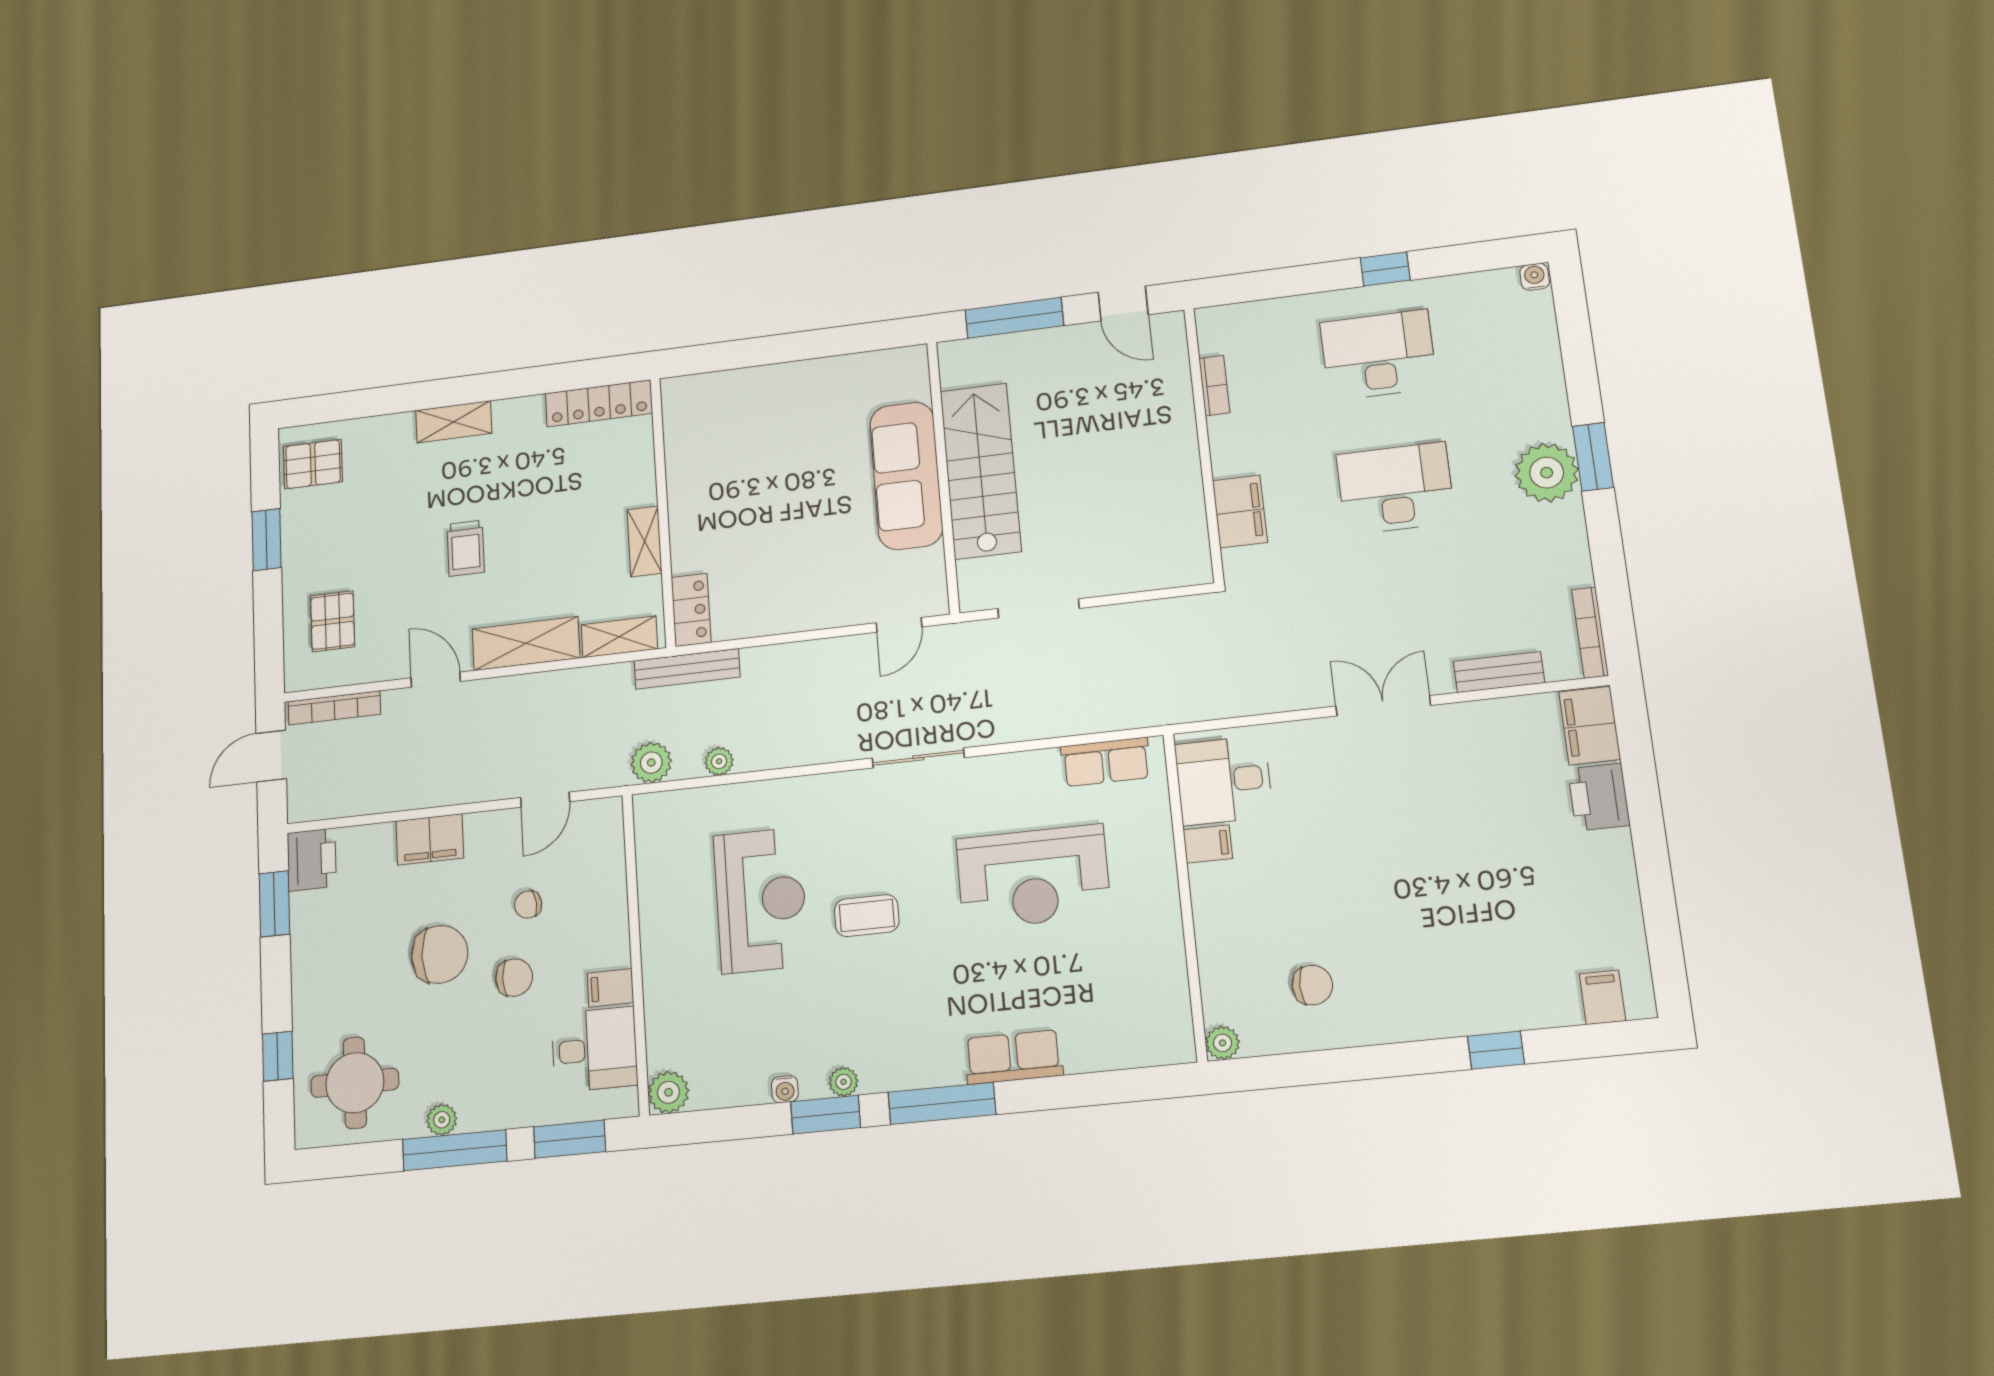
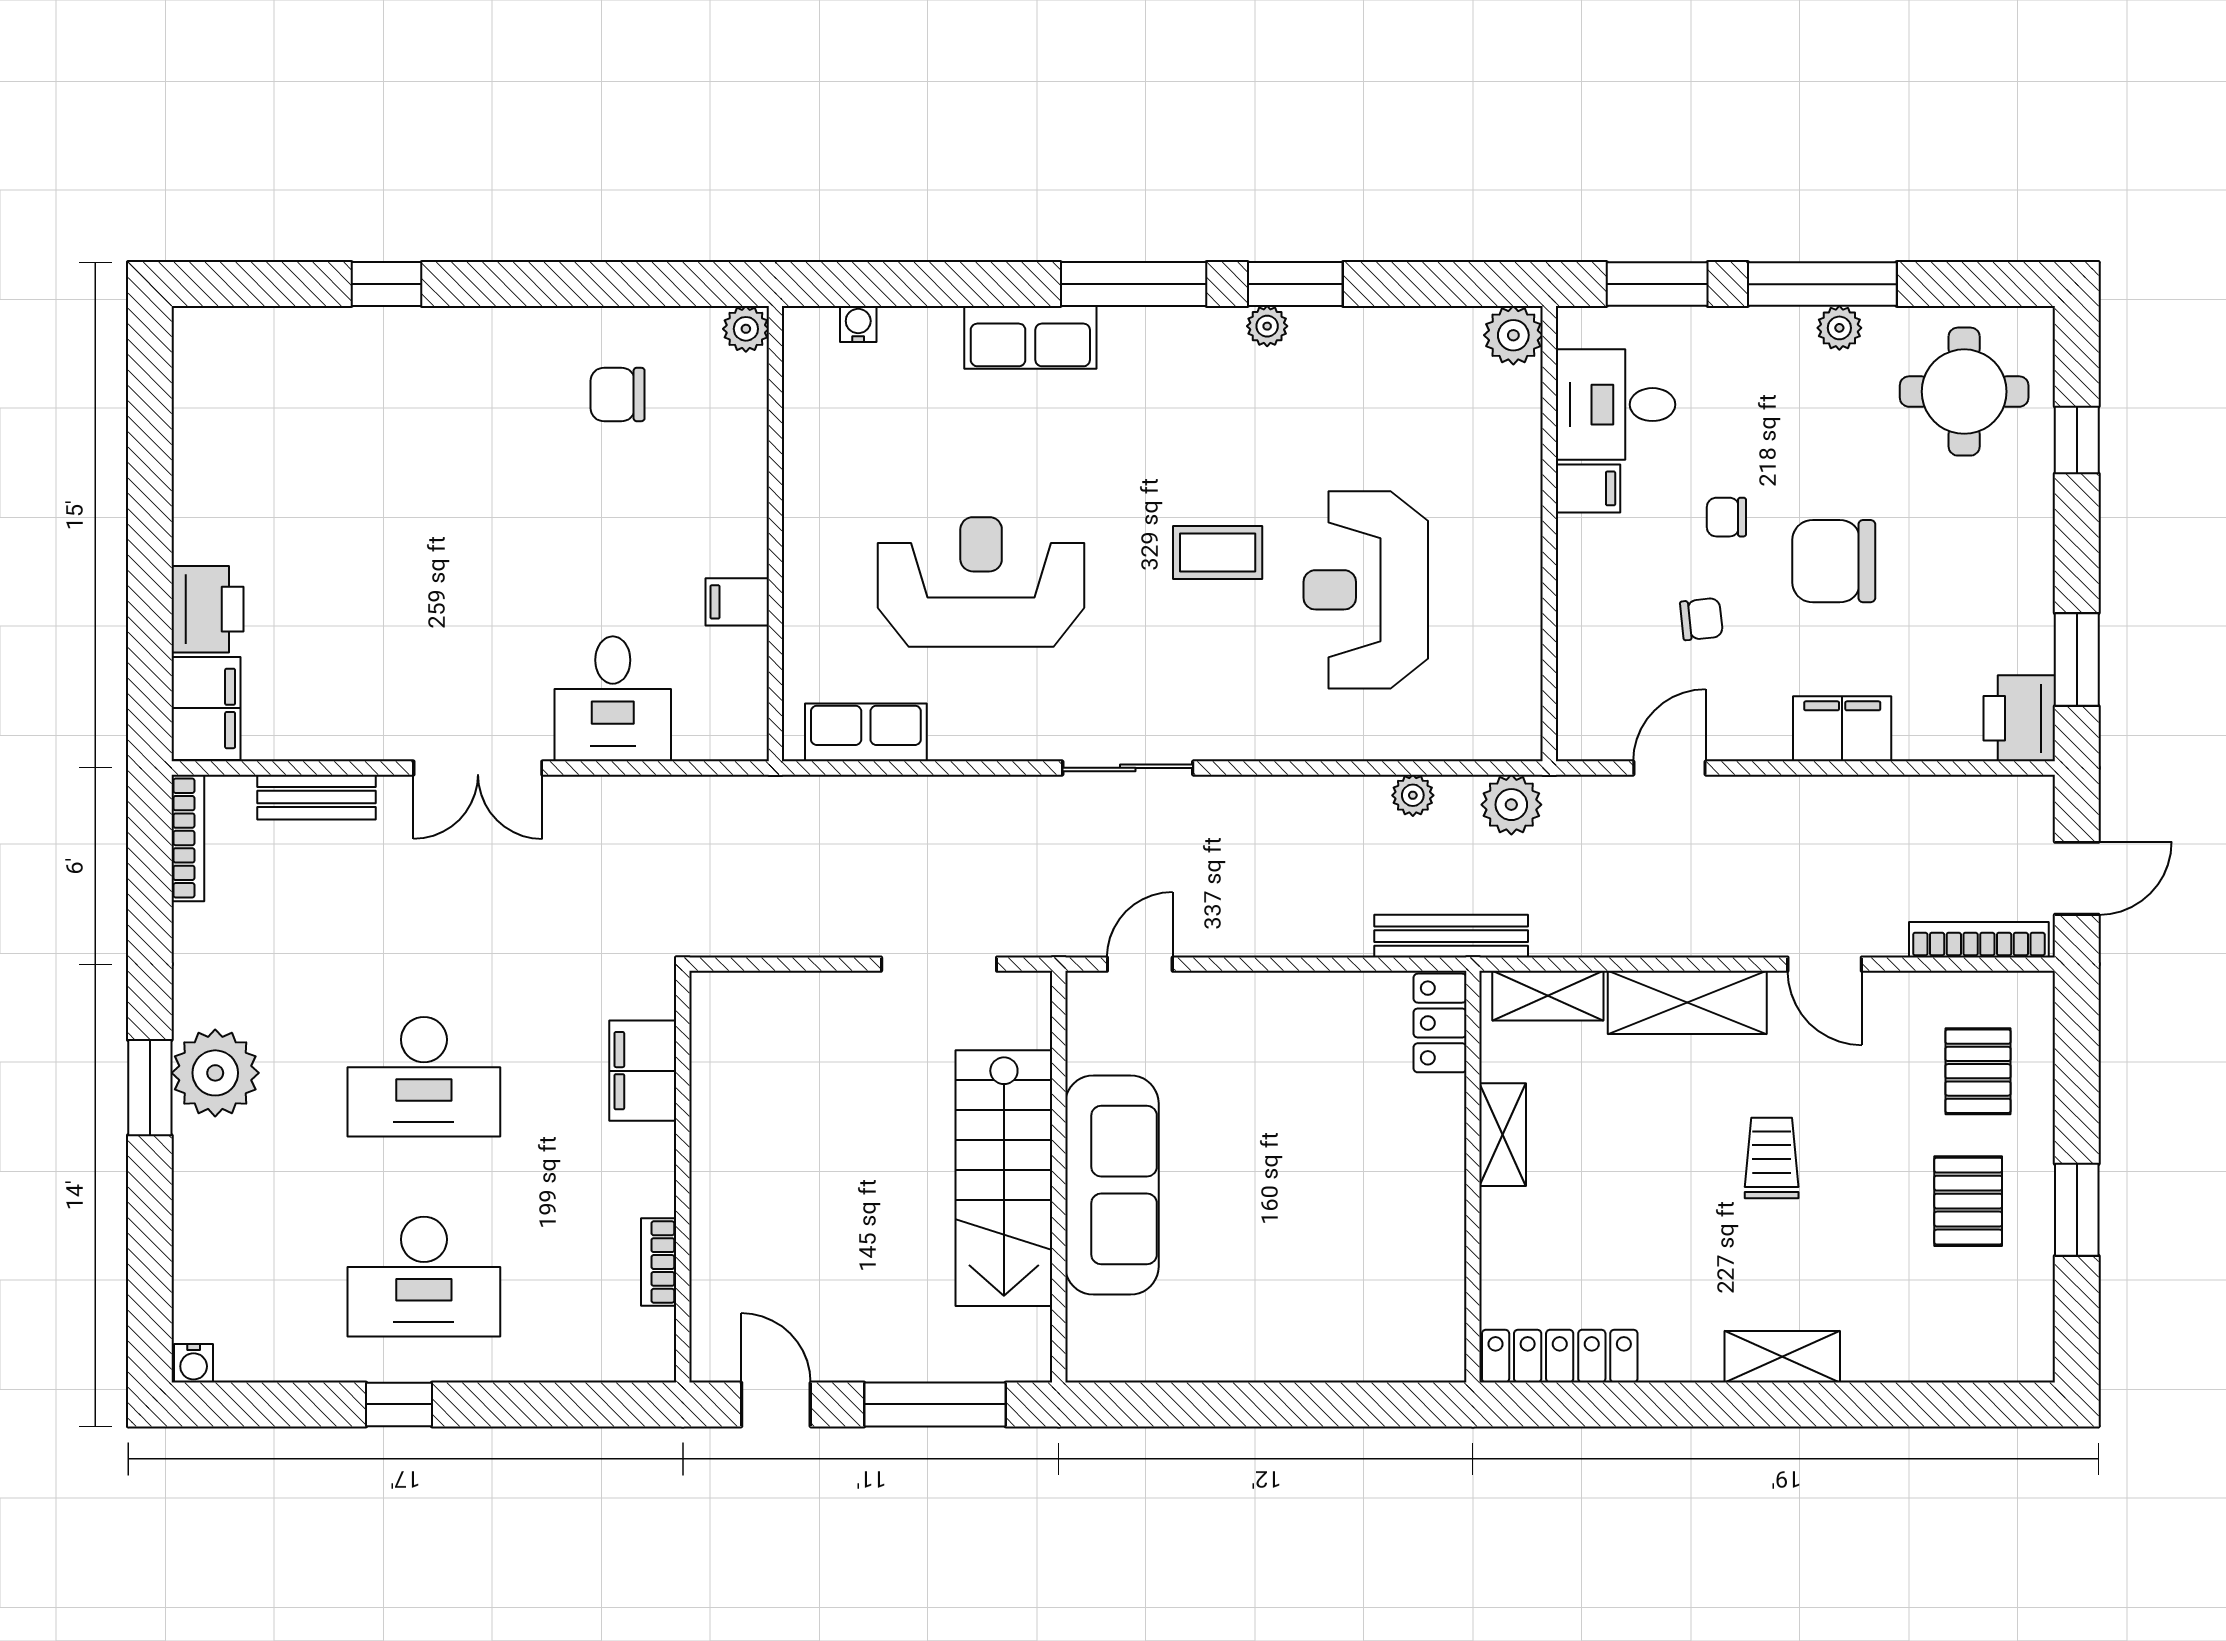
pallet: (313, 464) -> (1968, 1201), moved, turned 90
desk: (1224, 780) -> (613, 699), moved, turned 90
chair: (514, 978) -> (1726, 517), width x0.73, depth x0.73
filing cabinet: (1603, 997) -> (240, 340), removed
water cooler: (785, 1089) -> (858, 324), moved

